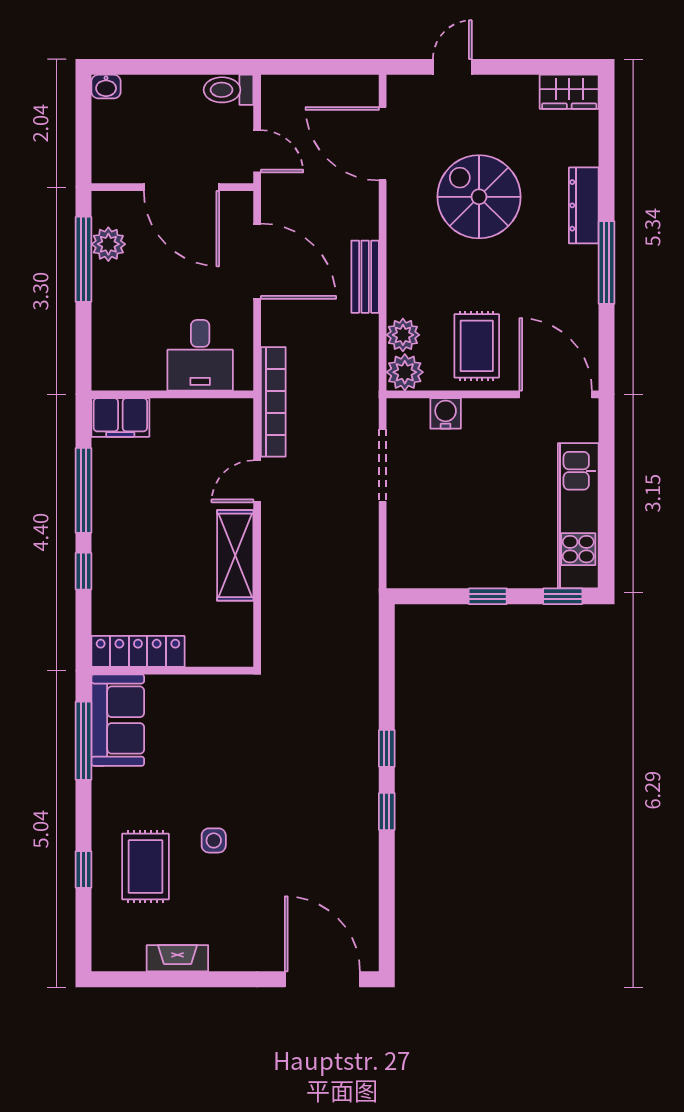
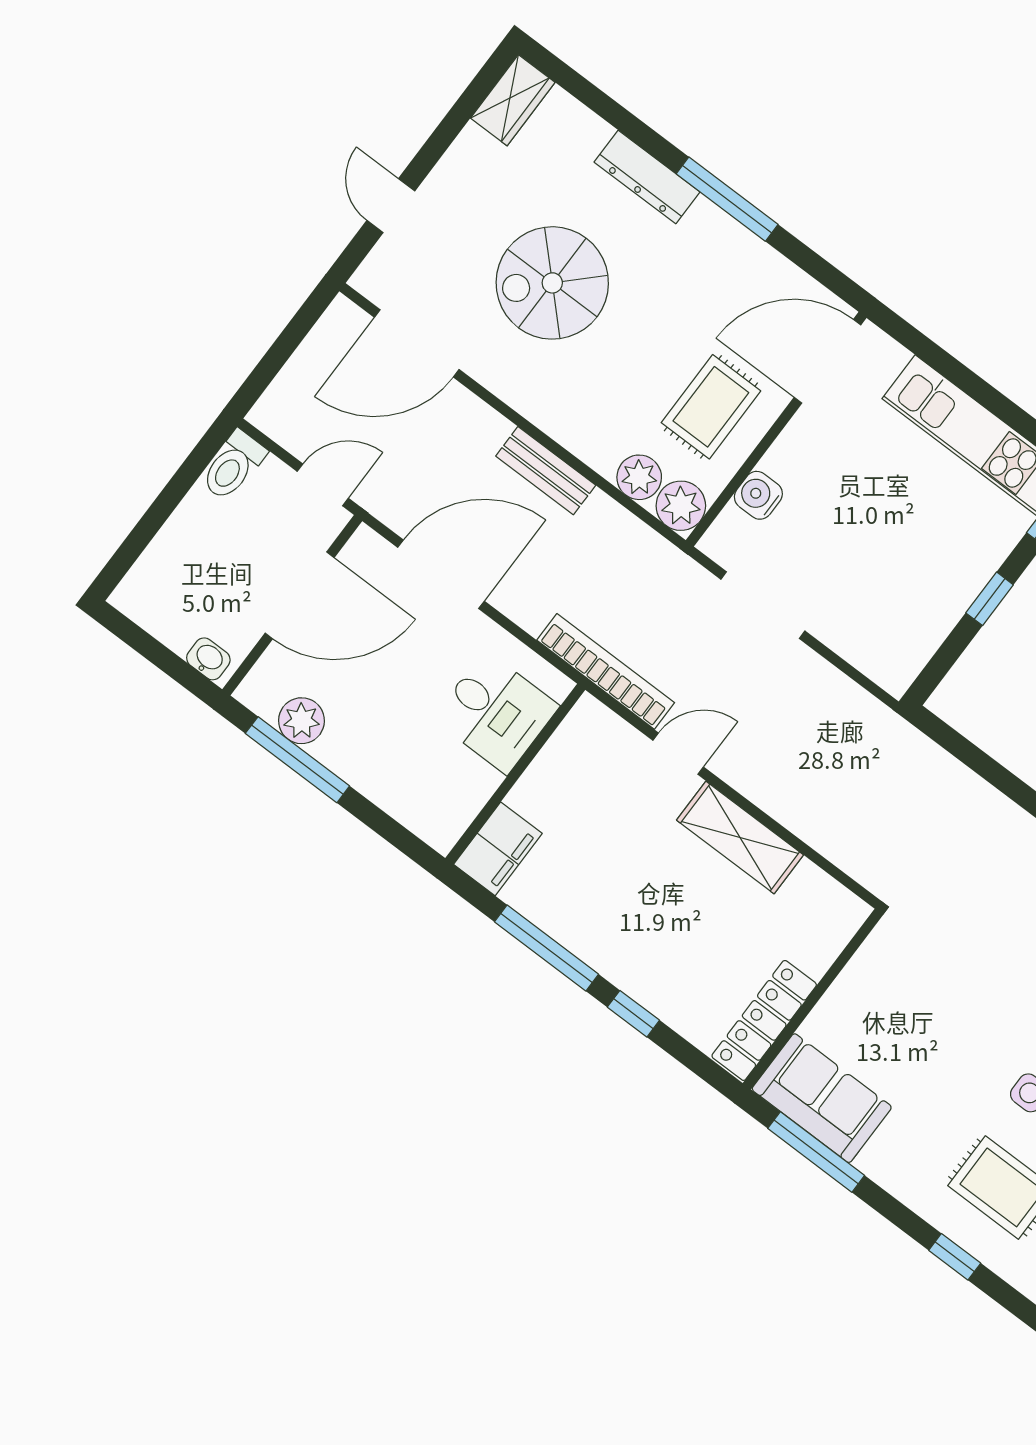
washbasin: (106, 87) -> (208, 659), moved, turned -90
rug: (477, 346) -> (711, 407), turned 90
door: (257, 481) -> (678, 754), swing flipped

